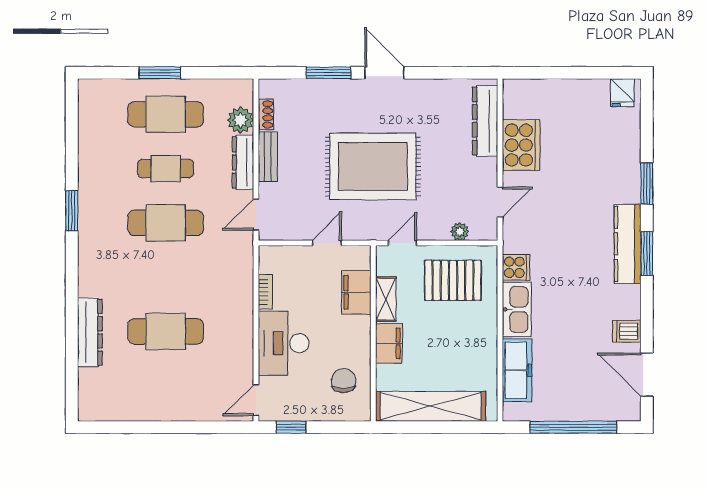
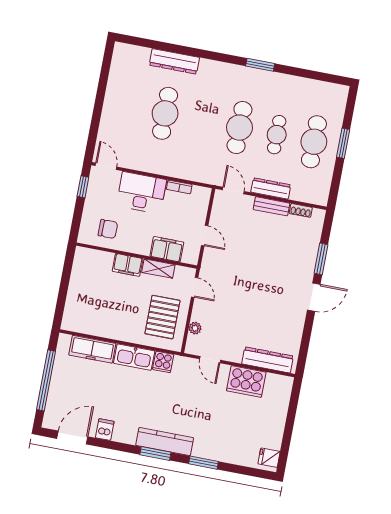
plant: (240, 120) -> (300, 192), removed
rug: (373, 166) -> (251, 277), removed
shelving: (431, 406) -> (79, 285), removed

